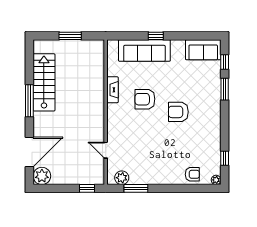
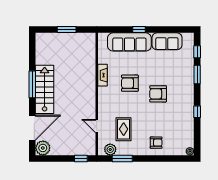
sofa: (203, 50) -> (167, 41), moved
stairs: (44, 82) -> (45, 89), moved
rug: (137, 154) -> (124, 129), added
window: (225, 158) -> (197, 112), moved
armchair: (192, 174) -> (156, 143), moved

